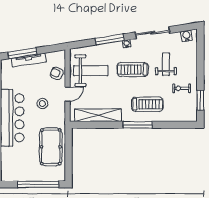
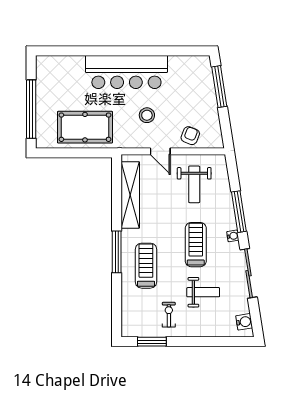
tv unit: (29, 60) -> (209, 96), removed
weight bench: (91, 71) -> (194, 184), width x0.73, depth x0.75
treadmill: (147, 104) -> (146, 266), turned 180

